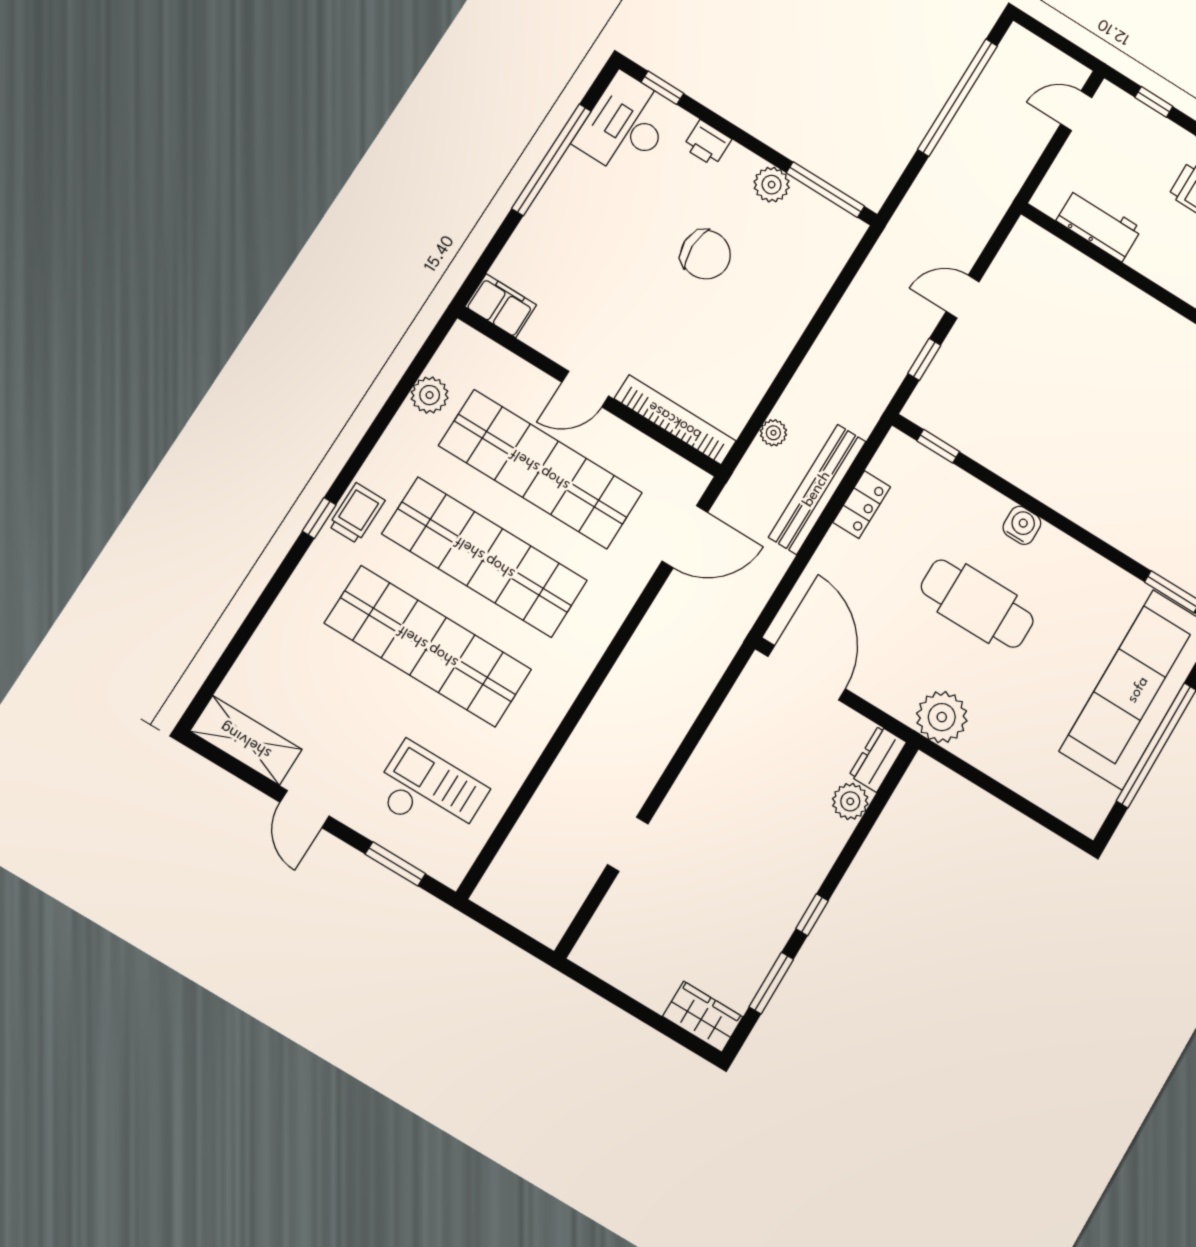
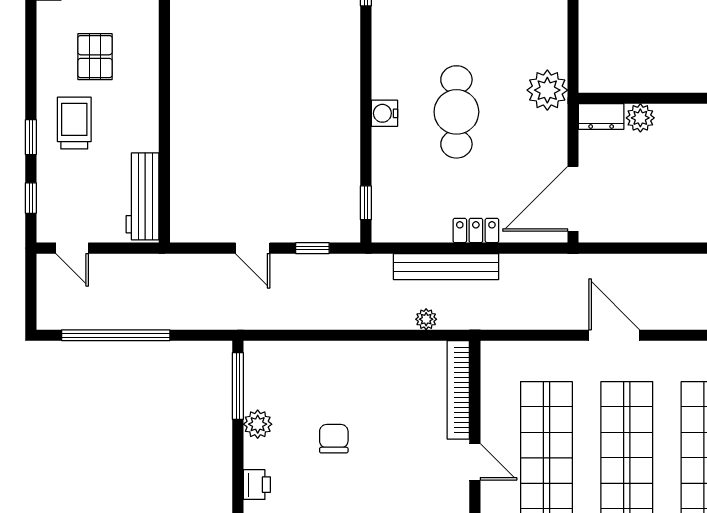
workbench: (1099, 225) -> (143, 196), width x1.37
chair: (706, 255) -> (334, 439), width x0.73, depth x0.73
locker: (862, 505) -> (476, 230), moved
door: (685, 537) -> (614, 335), moved

